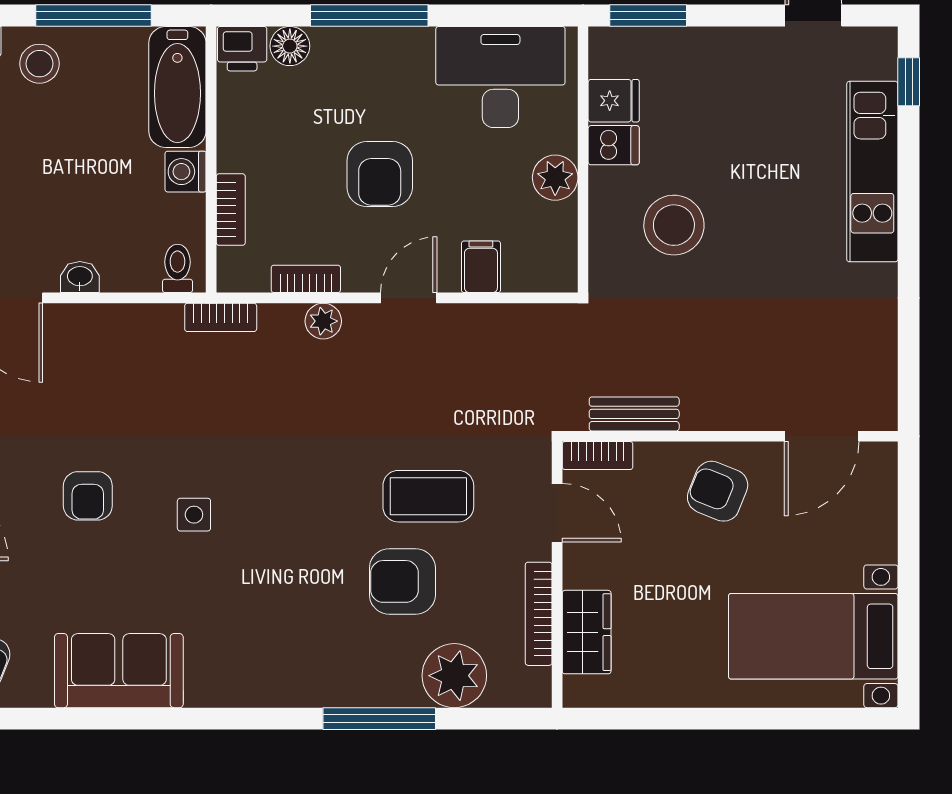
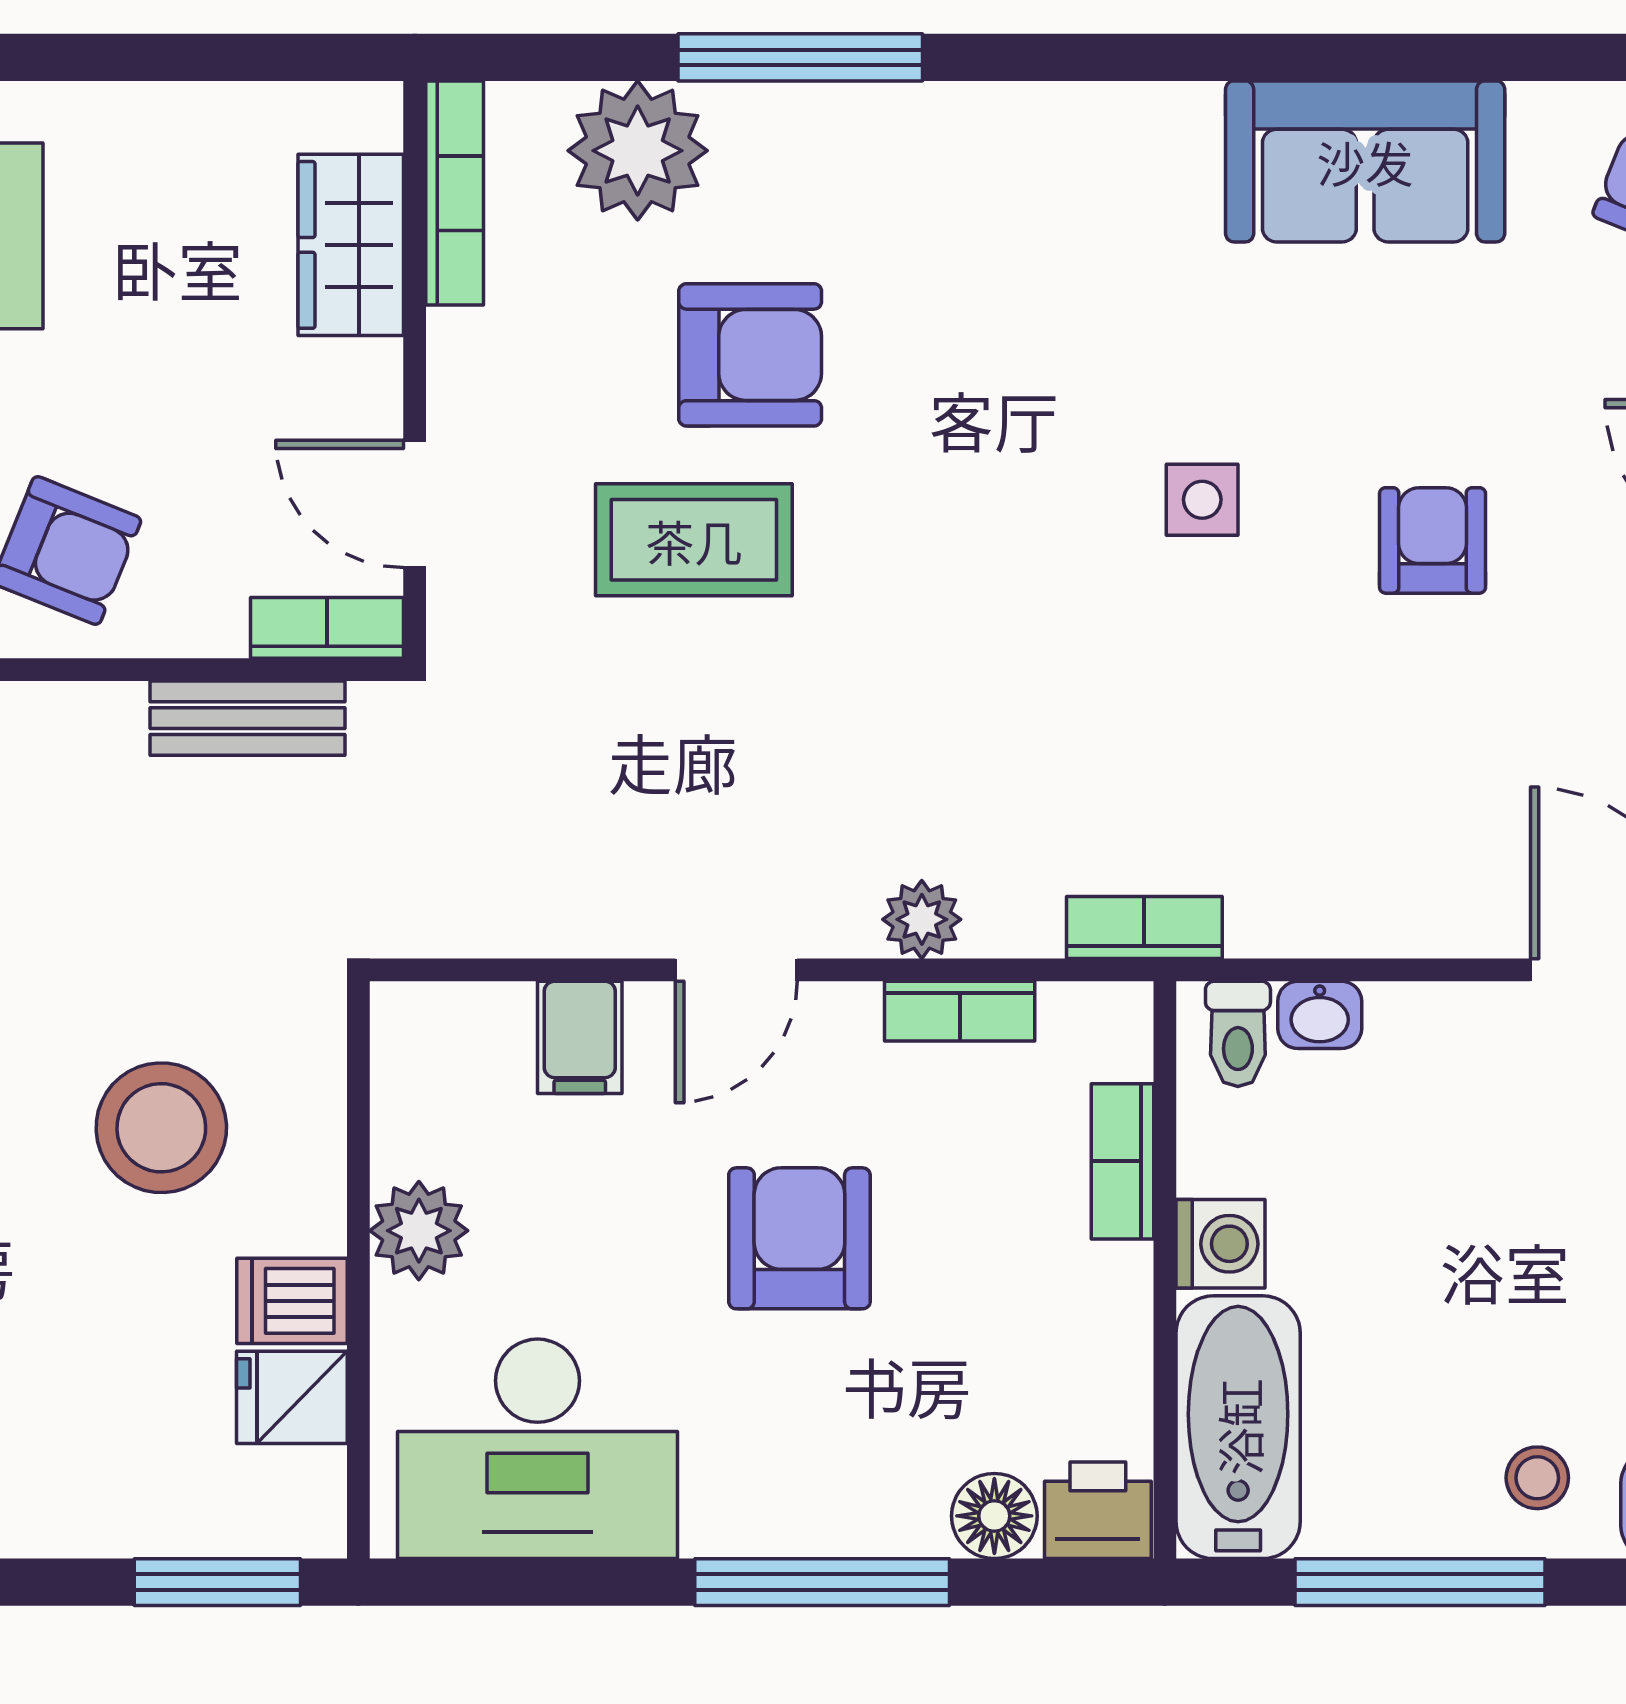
stool: (39, 64) -> (1537, 1478), width x0.73, depth x0.73
washbasin: (80, 277) -> (1320, 1015), moved
bookcase: (539, 614) -> (455, 193), moved

